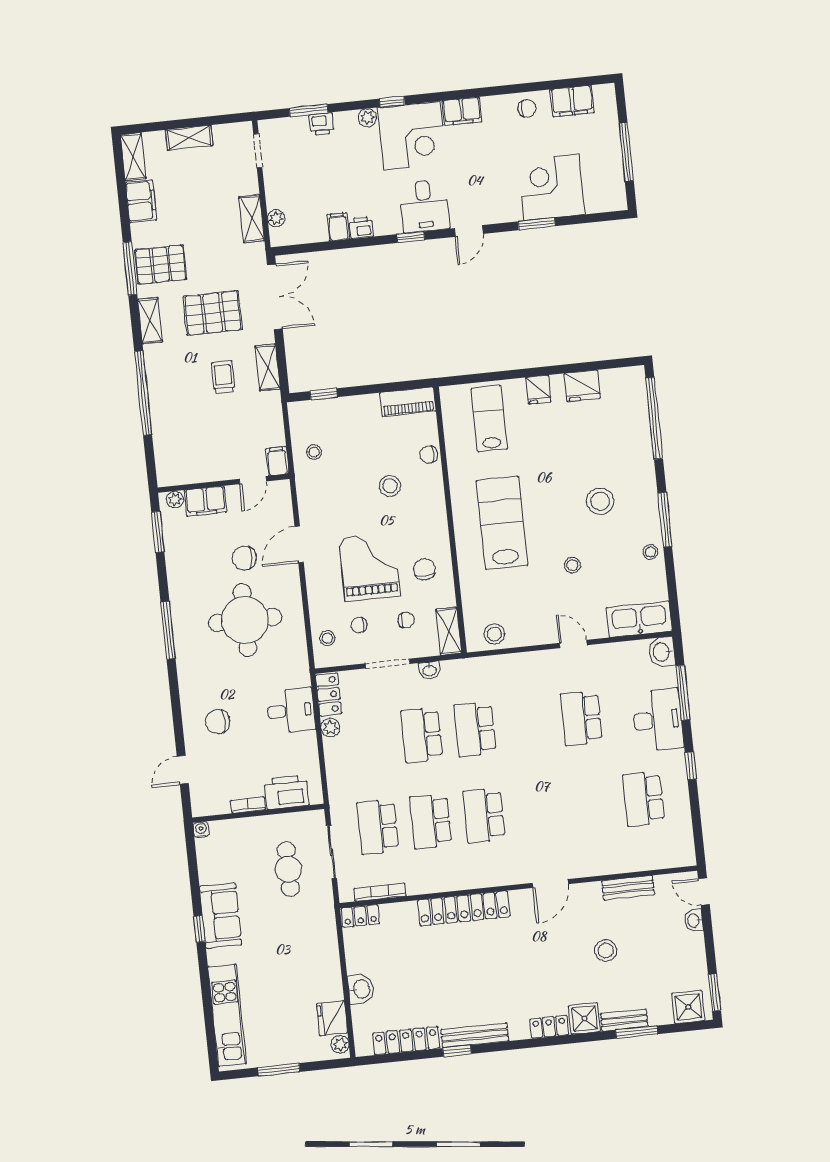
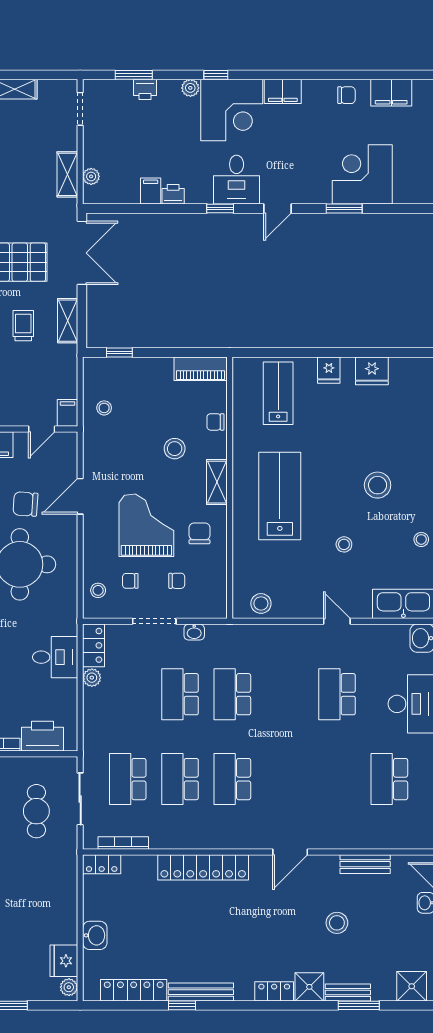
shelving: (449, 631) -> (217, 482), moved

